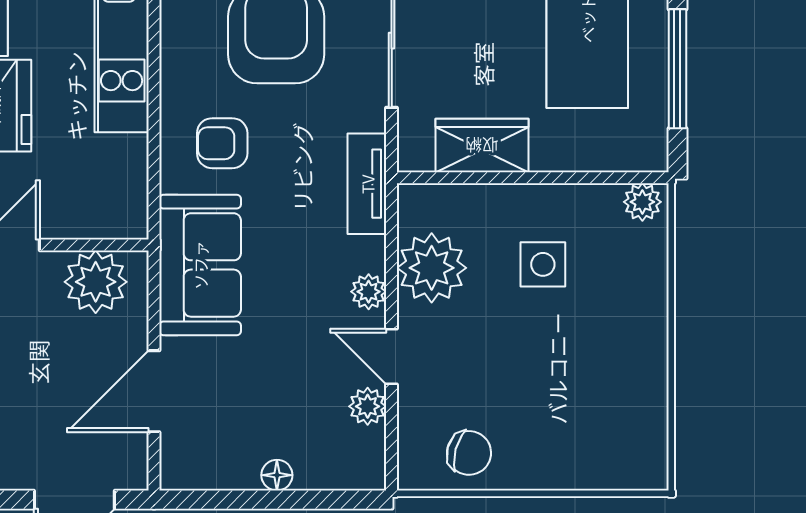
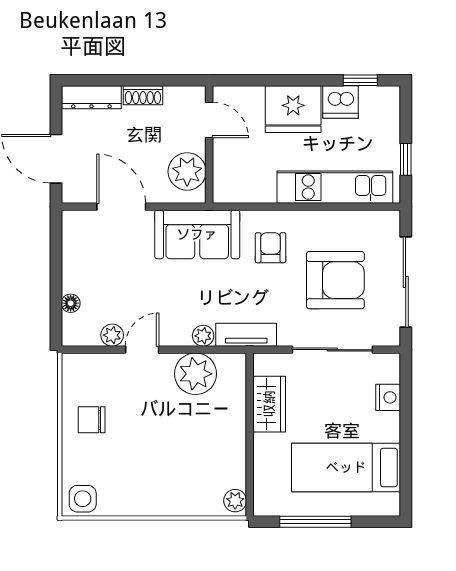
side table: (543, 264) -> (83, 499), moved
plant: (369, 292) -> (203, 336), moved
chair: (469, 453) -> (92, 420), moved, turned 75
floor lamp: (277, 475) -> (71, 303), moved

